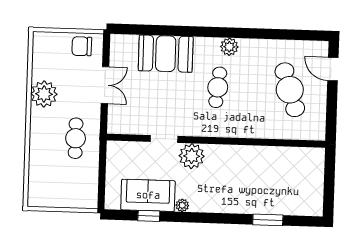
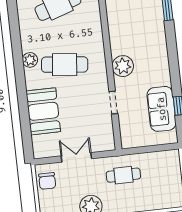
cafe table: (218, 87) -> (65, 65), width x1.37, depth x1.35
plant: (192, 156) -> (123, 66), moved
plant: (182, 205) -> (166, 80), removed

